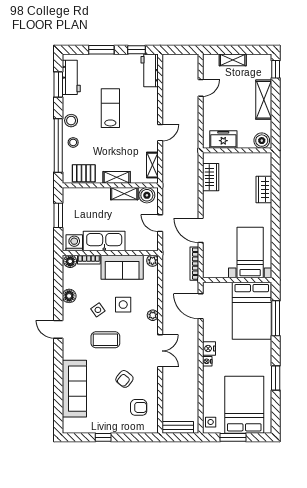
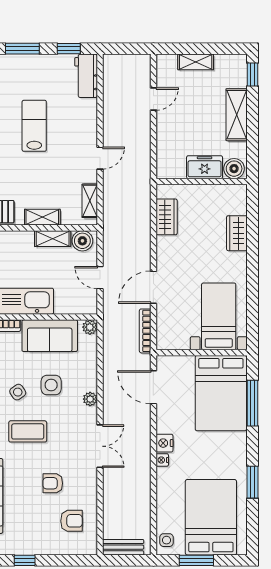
freezer: (223, 140) -> (205, 167), moved
door: (201, 230) -> (153, 287), hinge flipped
armchair: (124, 379) -> (53, 483), turned 51

